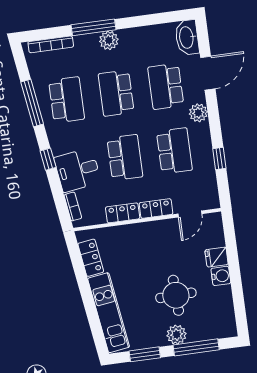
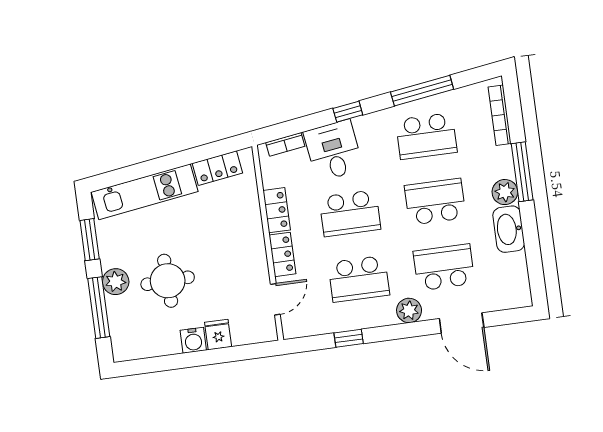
washbasin: (187, 37) -> (509, 229), moved, turned -90
door: (190, 214) -> (275, 299), swing flipped

